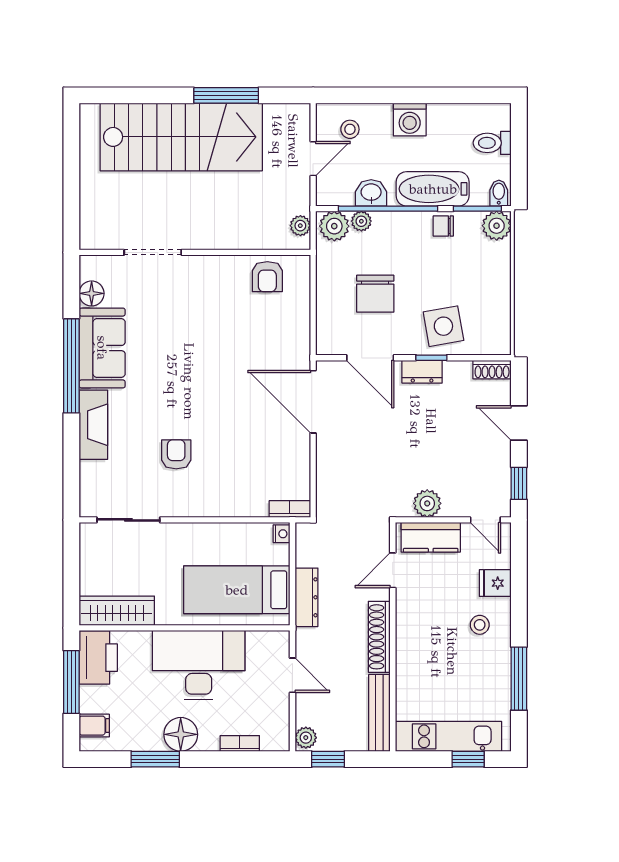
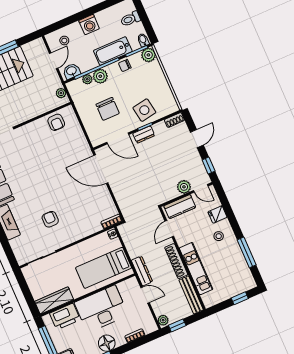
washbasin: (371, 193) -> (72, 71), moved
plant: (334, 226) -> (100, 76), moved
door: (519, 423) -> (197, 139), swing flipped
plant: (427, 503) -> (184, 187), moved
dresser: (307, 597) -> (142, 271), moved
printer: (98, 658) -> (65, 316), moved, turned 90
kitchen unit: (449, 736) -> (196, 269), moved, turned 90

